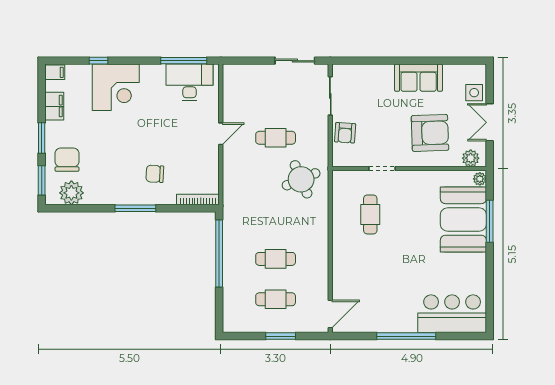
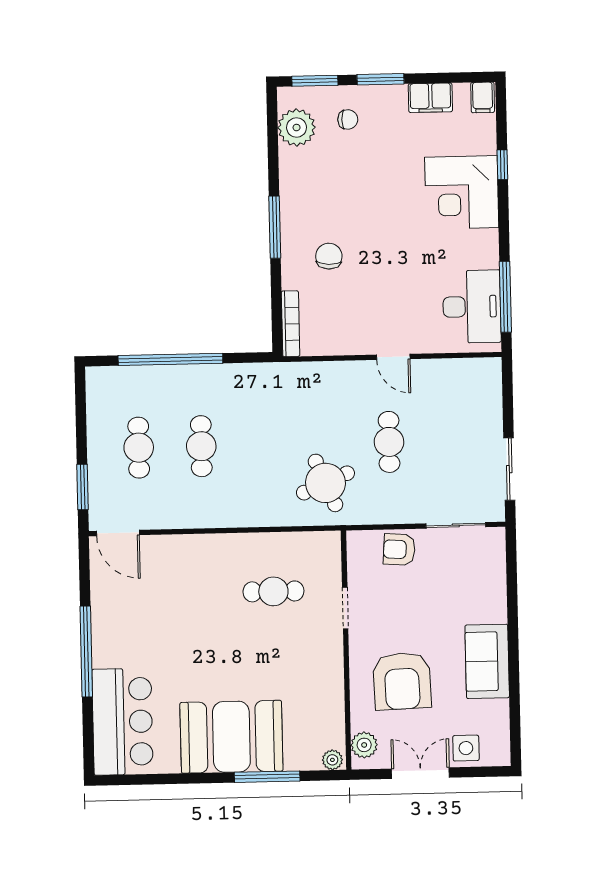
chair: (67, 160) -> (348, 119), width x0.54, depth x0.54
booth: (463, 219) -> (231, 737), moved
window: (219, 253) -> (170, 359), moved
window: (281, 336) -> (83, 487), moved

